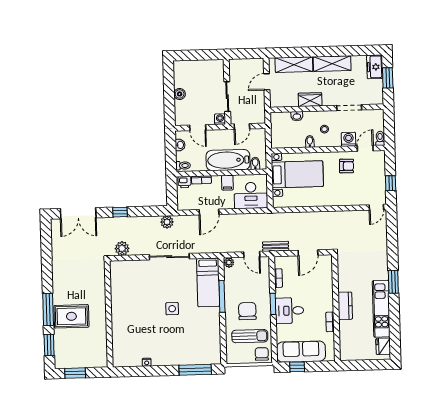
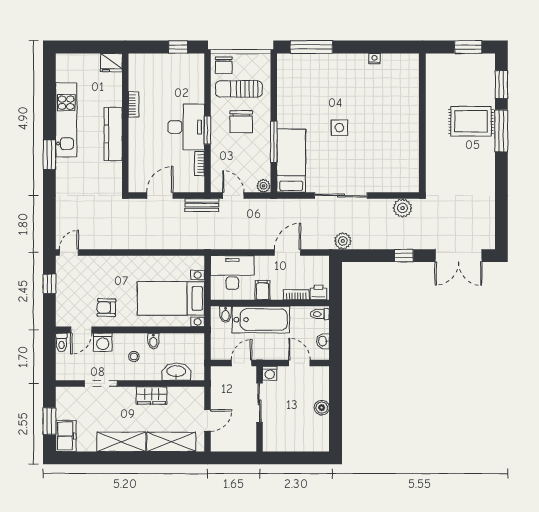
washbasin: (297, 116) -> (176, 372), width x1.91, depth x1.45
double door: (78, 213) -> (459, 256), swing flipped
kitchen counter: (345, 306) -> (113, 134), width x1.50
desk: (289, 311) -> (186, 127), width x1.37
fridge: (383, 346) -> (111, 63), moved, turned 90
sofa: (301, 352) -> (173, 67), removed

